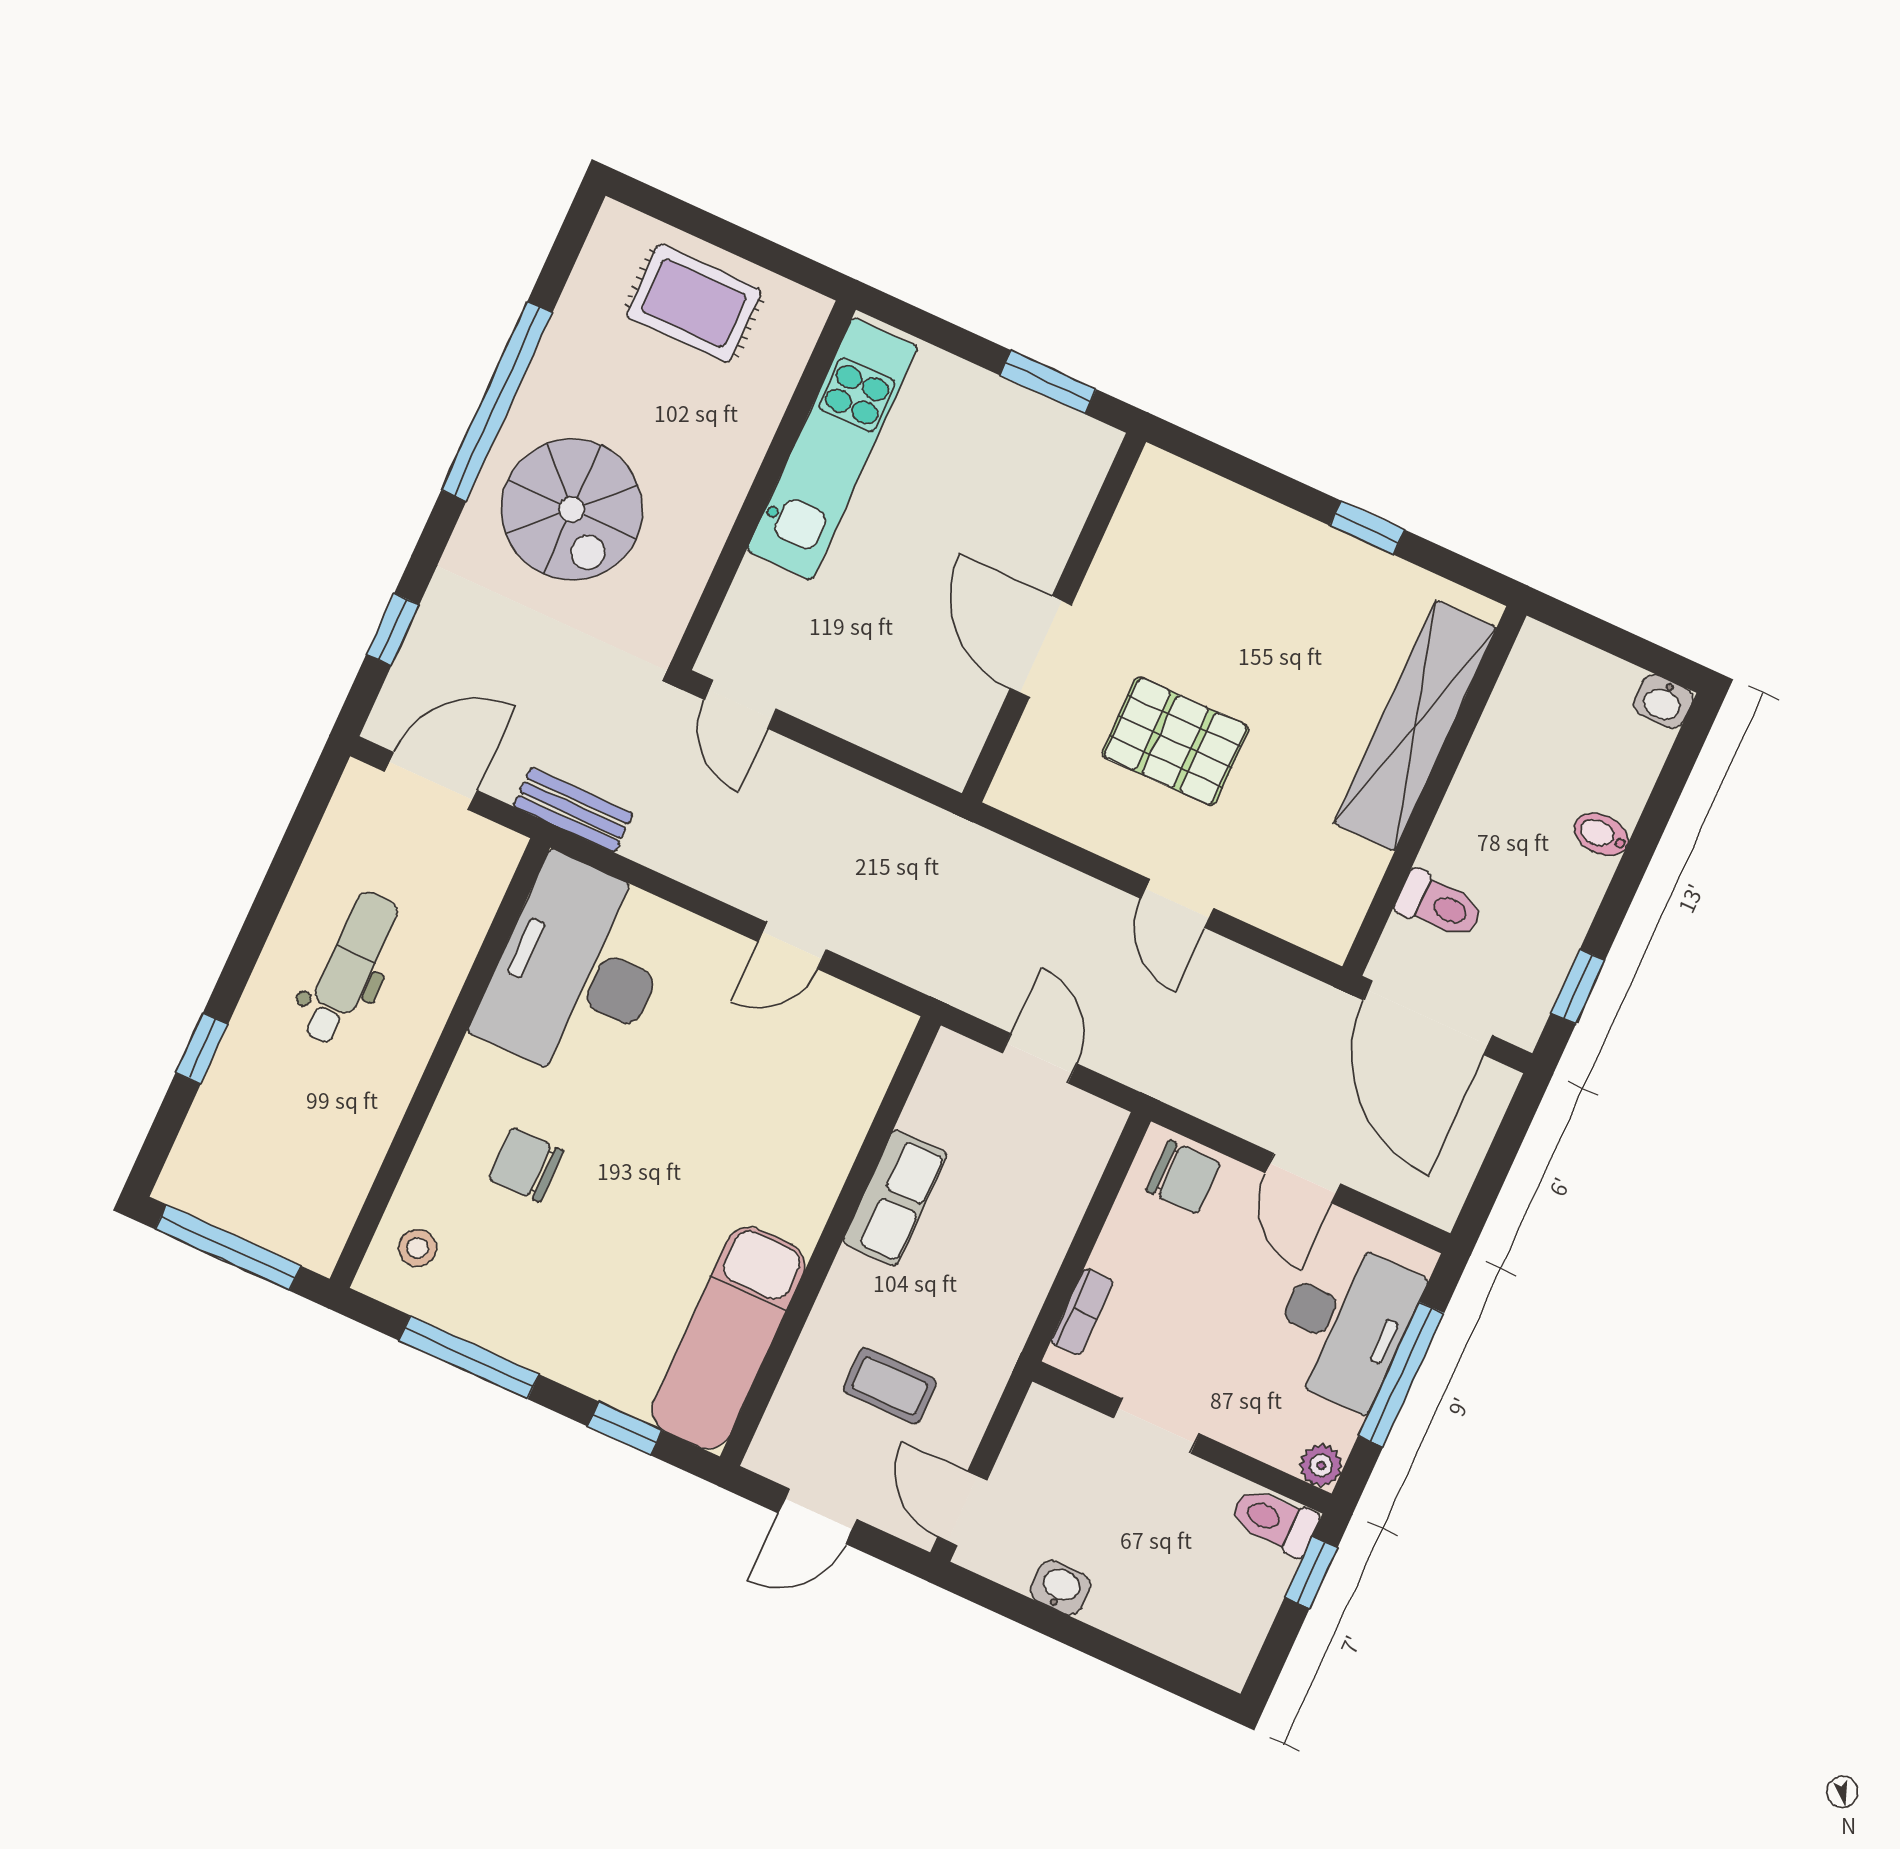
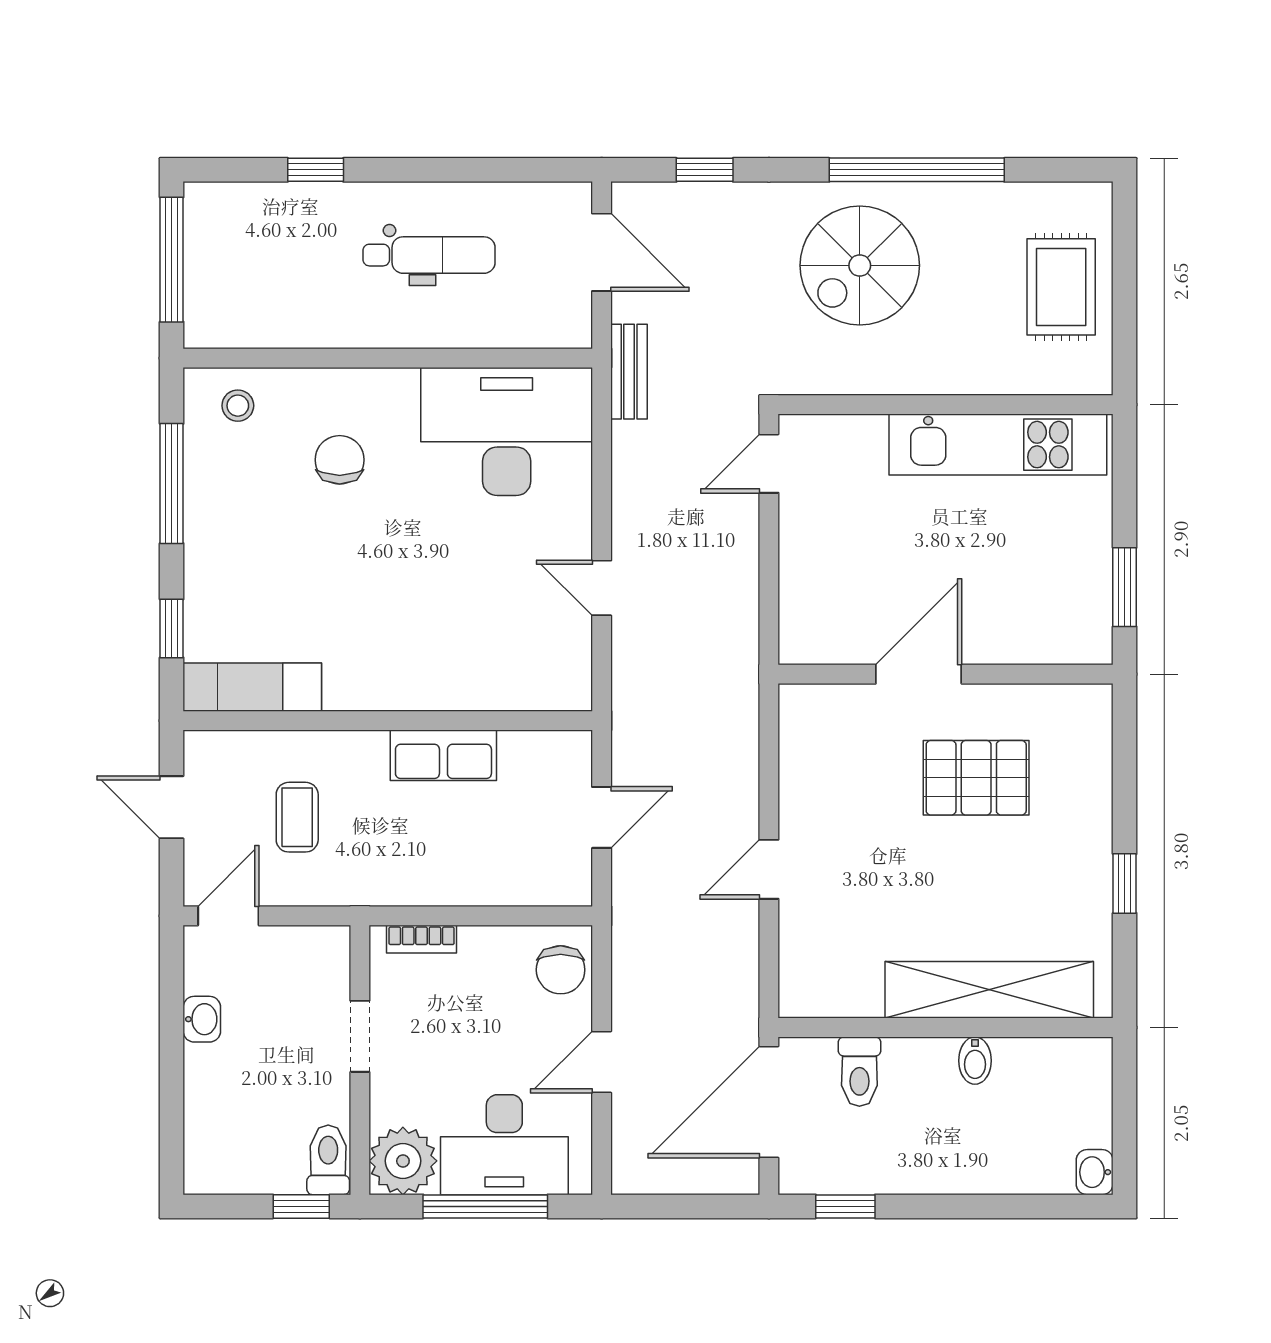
pallet: (1175, 741) -> (976, 778), moved, turned 90
bidet: (1601, 834) -> (975, 1061), moved, turned 180
exam couch: (728, 1338) -> (252, 687), width x0.73, depth x0.69
plant: (1321, 1465) -> (403, 1161), width x1.88, depth x1.88

